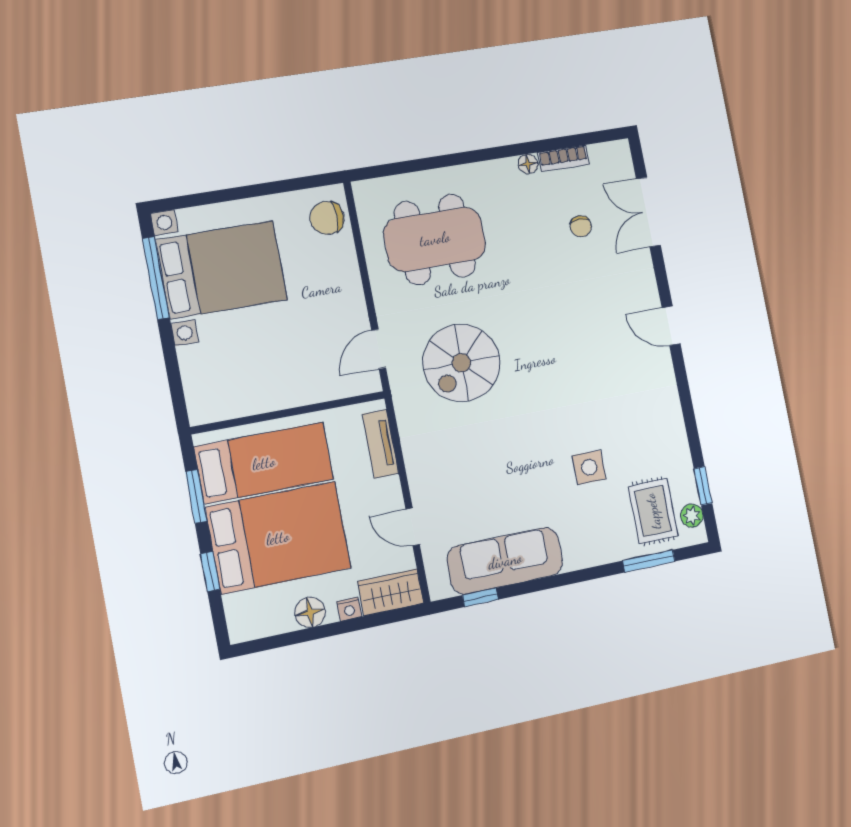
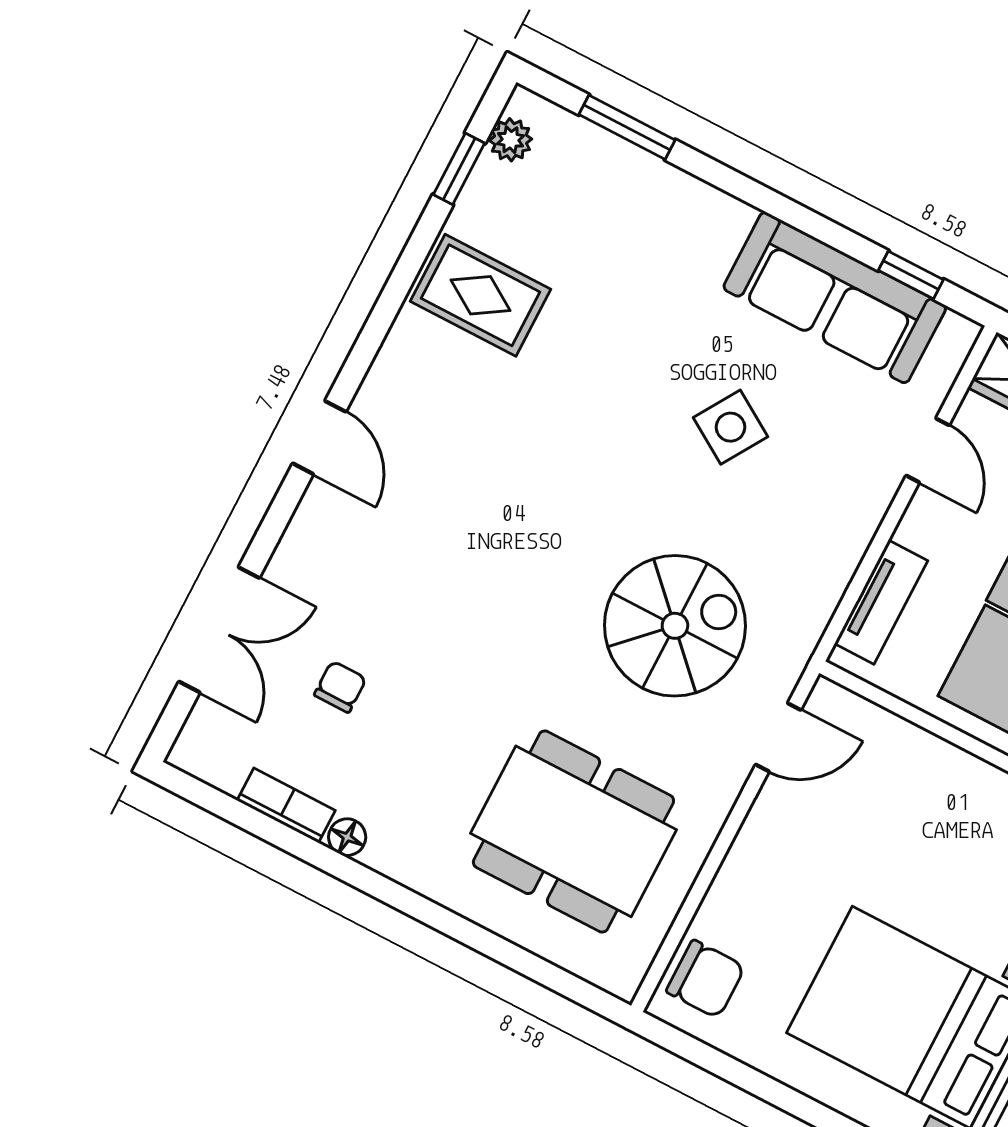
side table: (589, 467) -> (731, 427), moved, turned 32
rug: (653, 511) -> (480, 295), moved, turned 90

